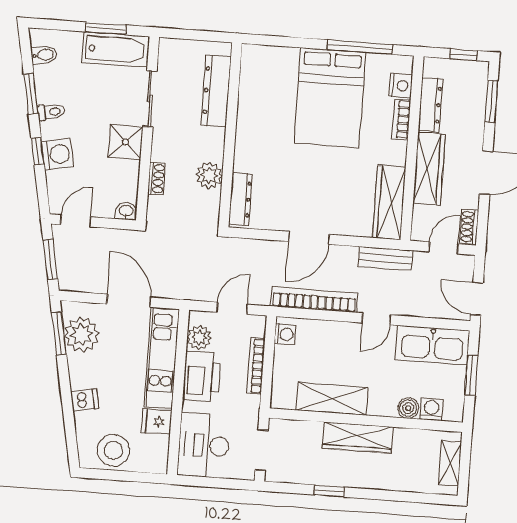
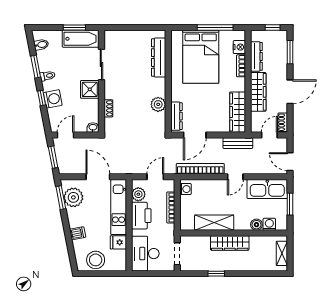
dresser: (216, 91) -> (159, 58), moved
wall: (230, 135) -> (168, 81), moved
plant: (209, 175) -> (158, 104), moved
dresser: (240, 199) -> (176, 116), moved

